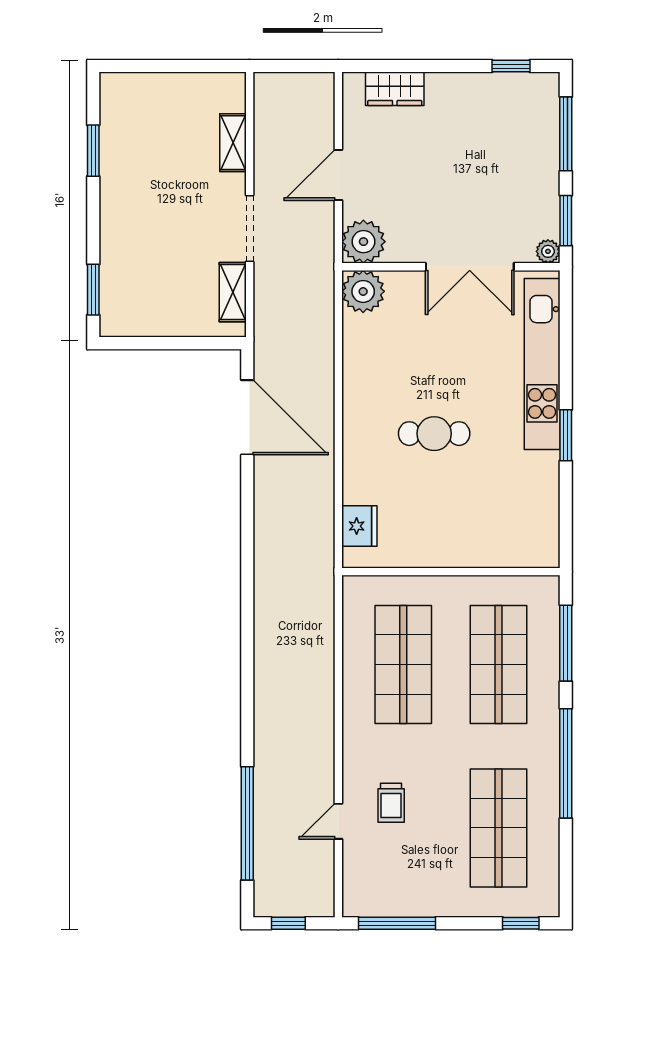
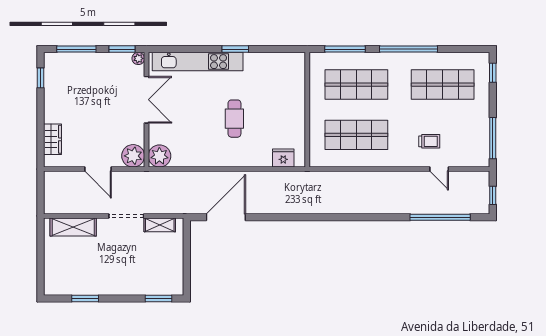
shelving: (233, 143) -> (73, 227), width x1.50, depth x1.33

